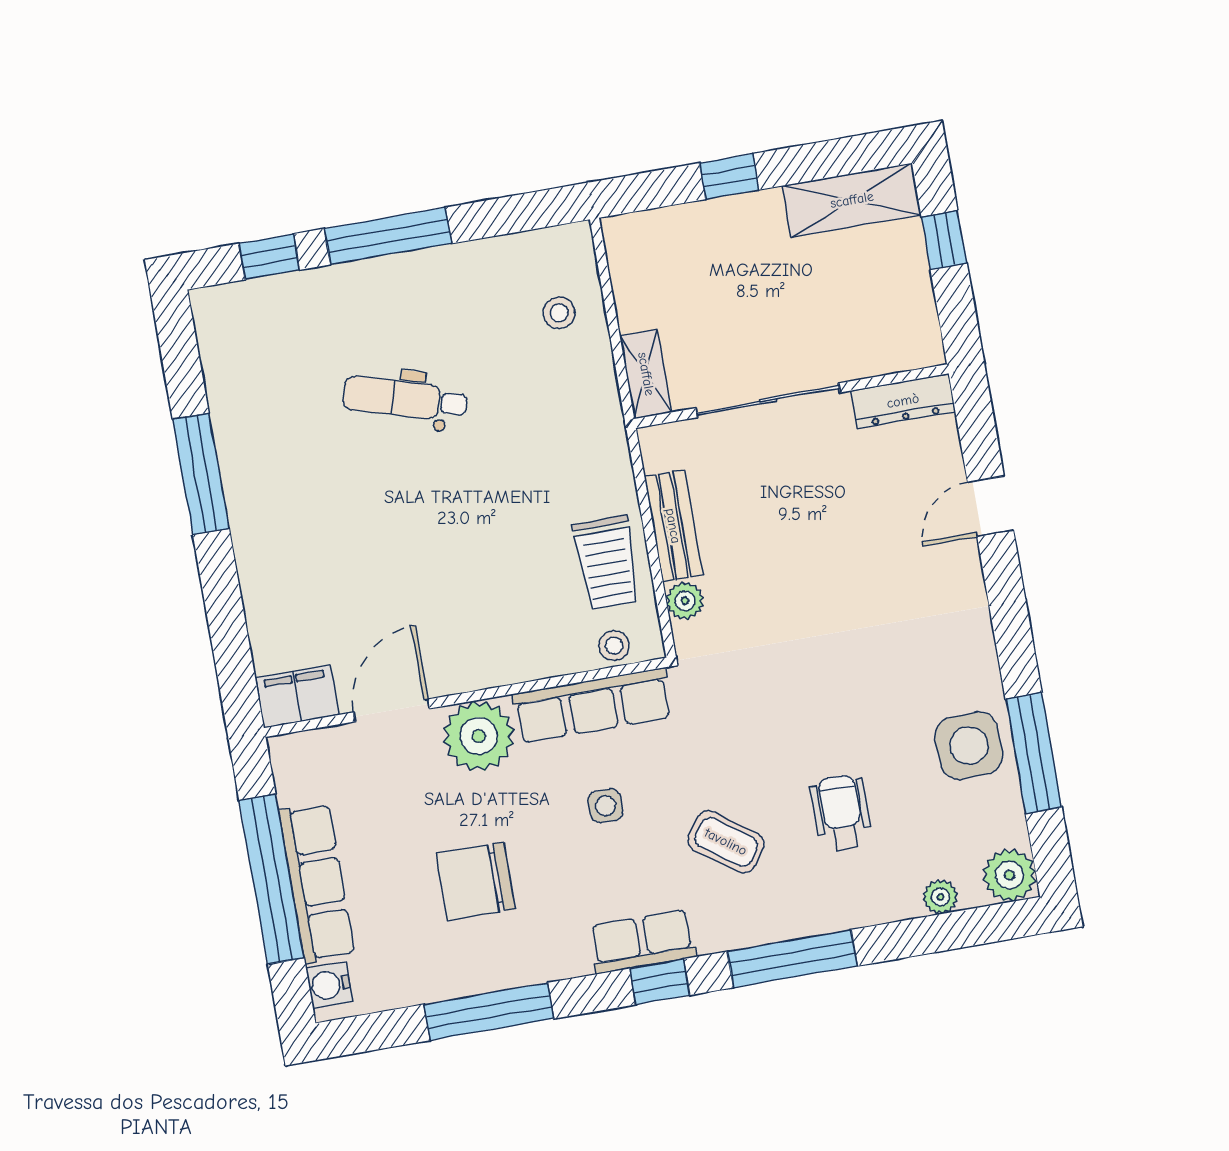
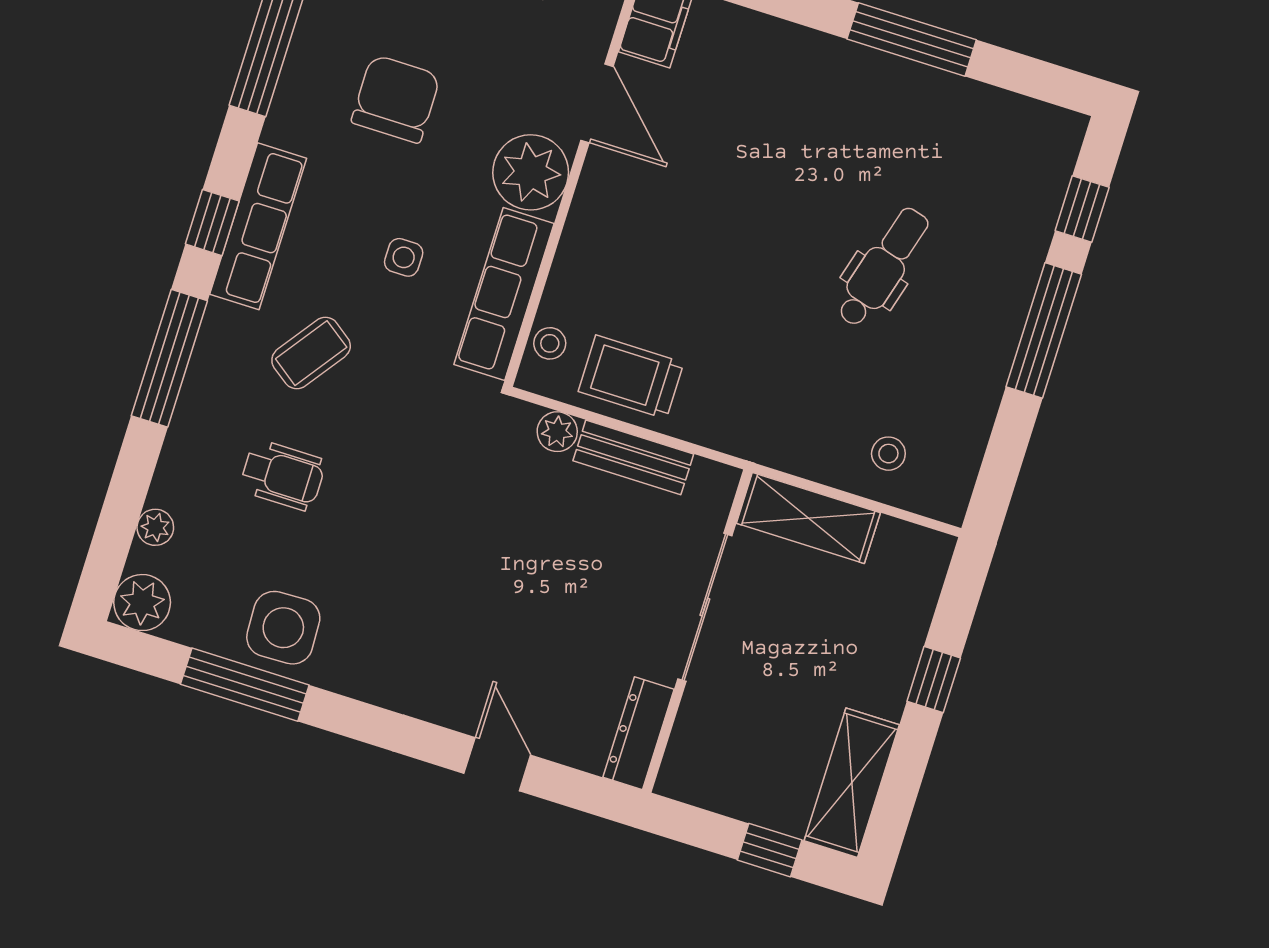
shelving: (646, 374) -> (808, 518), width x1.50, depth x1.33
row of seats: (643, 942) -> (258, 226), width x1.48

